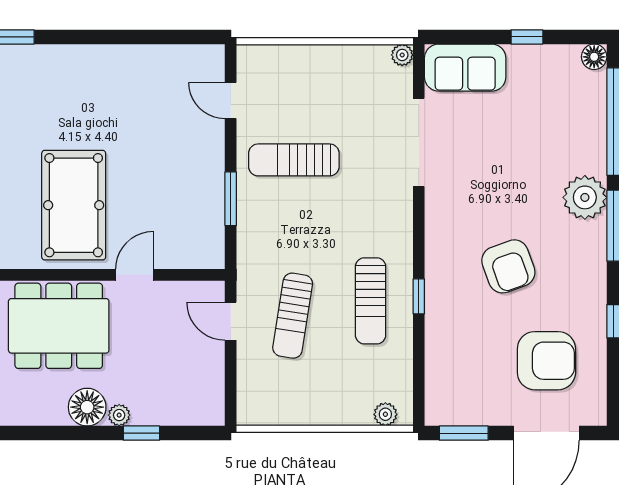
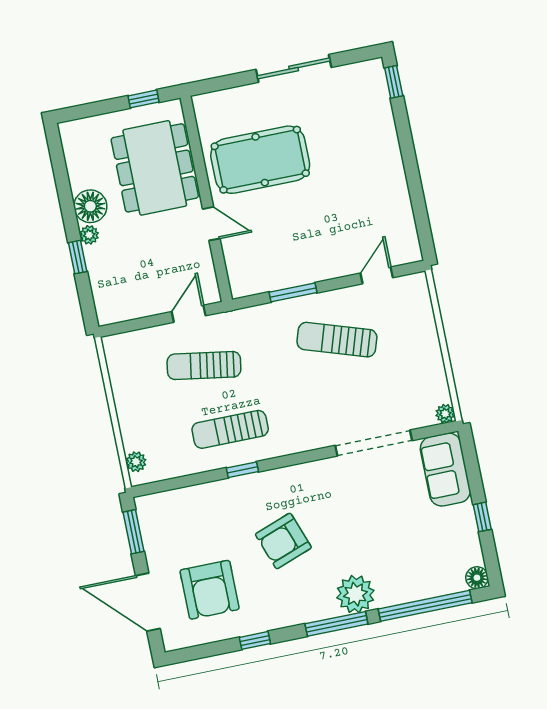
sun lounger: (294, 160) -> (337, 340), turned -72

